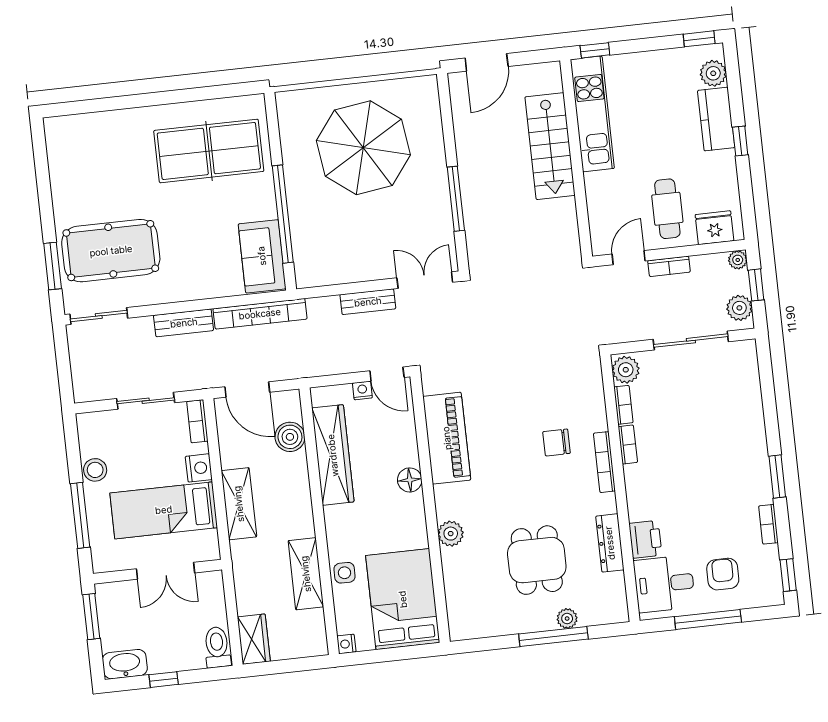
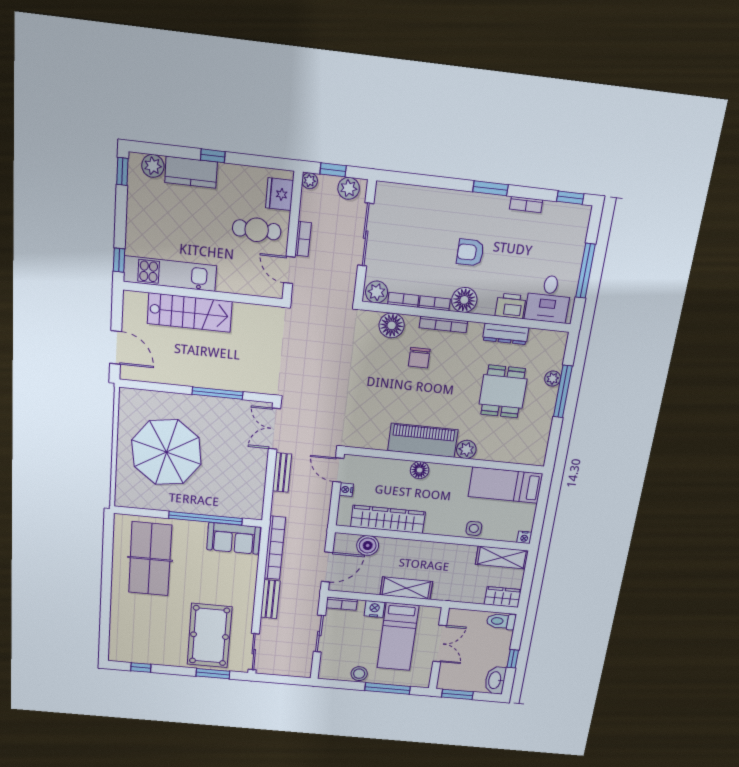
window: (41, 165) -> (141, 667), added
door: (387, 374) -> (338, 470), swing flipped
floor lamp: (589, 398) -> (392, 325), added
piano: (447, 438) -> (423, 440), moved
floor lamp: (640, 480) -> (464, 300), added
dining table: (537, 560) -> (503, 391), turned 90
shelving: (306, 574) -> (502, 557), moved
armchair: (723, 574) -> (470, 252), moved
bed: (403, 599) -> (505, 485), width x0.67

